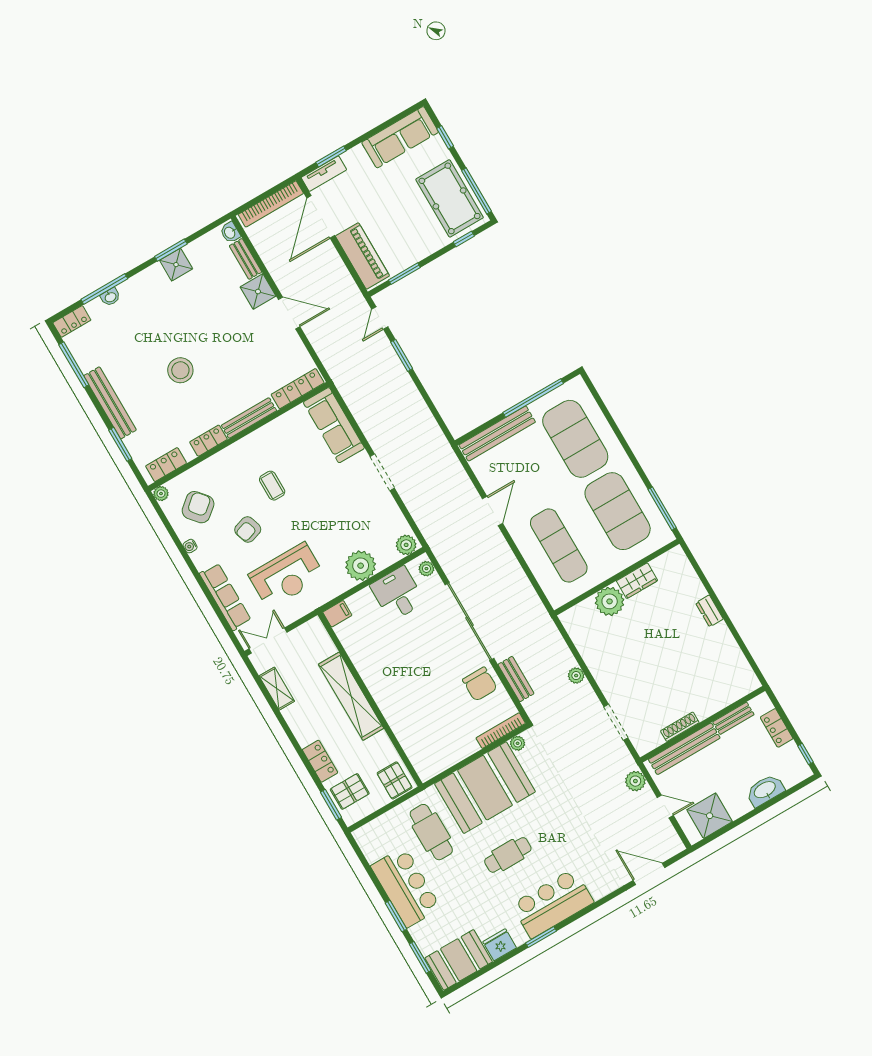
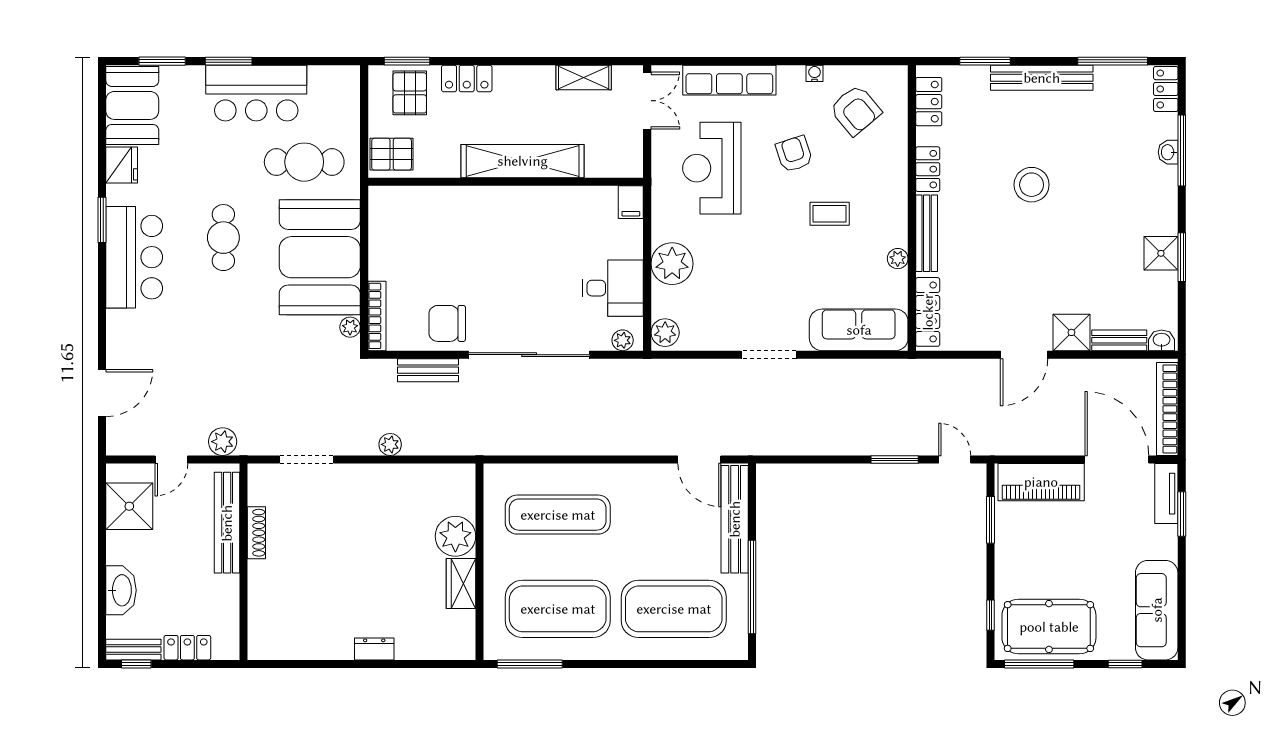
plant: (161, 494) -> (898, 259), moved
door: (493, 511) -> (699, 460), moved
bench: (733, 718) -> (133, 650), moved, turned 90

